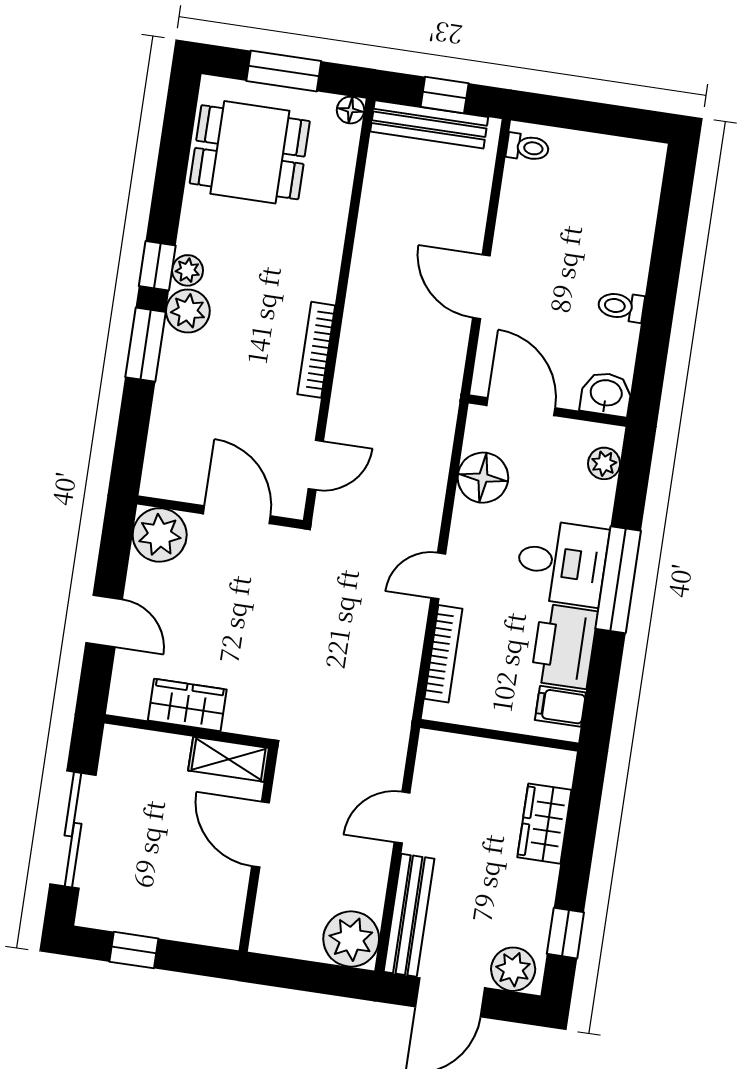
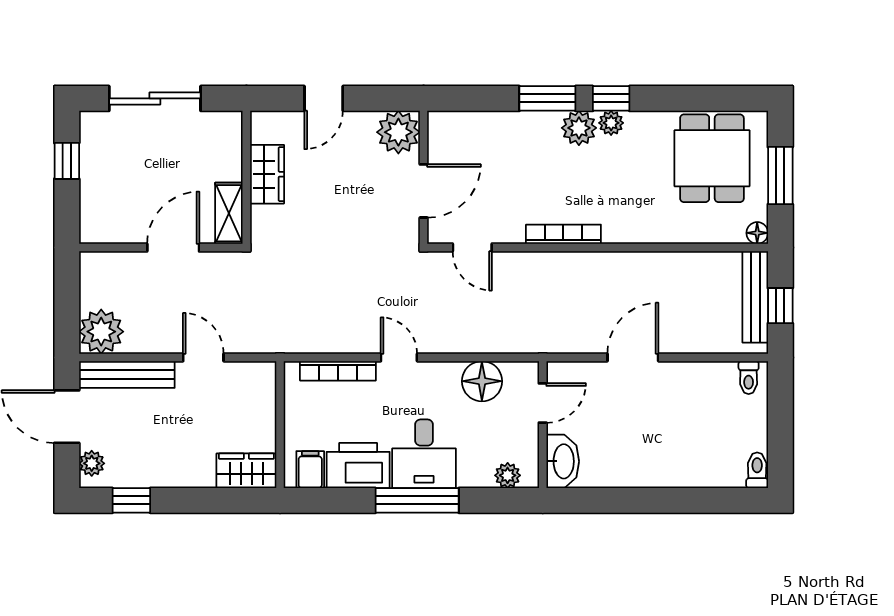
toilet: (621, 306) -> (757, 470), moved
washbasin: (606, 394) -> (563, 461), width x1.38
door: (521, 407) -> (543, 403), width x0.73
wardrobe: (544, 824) -> (246, 471), moved
plant: (513, 969) -> (92, 463), width x0.73, depth x0.73

